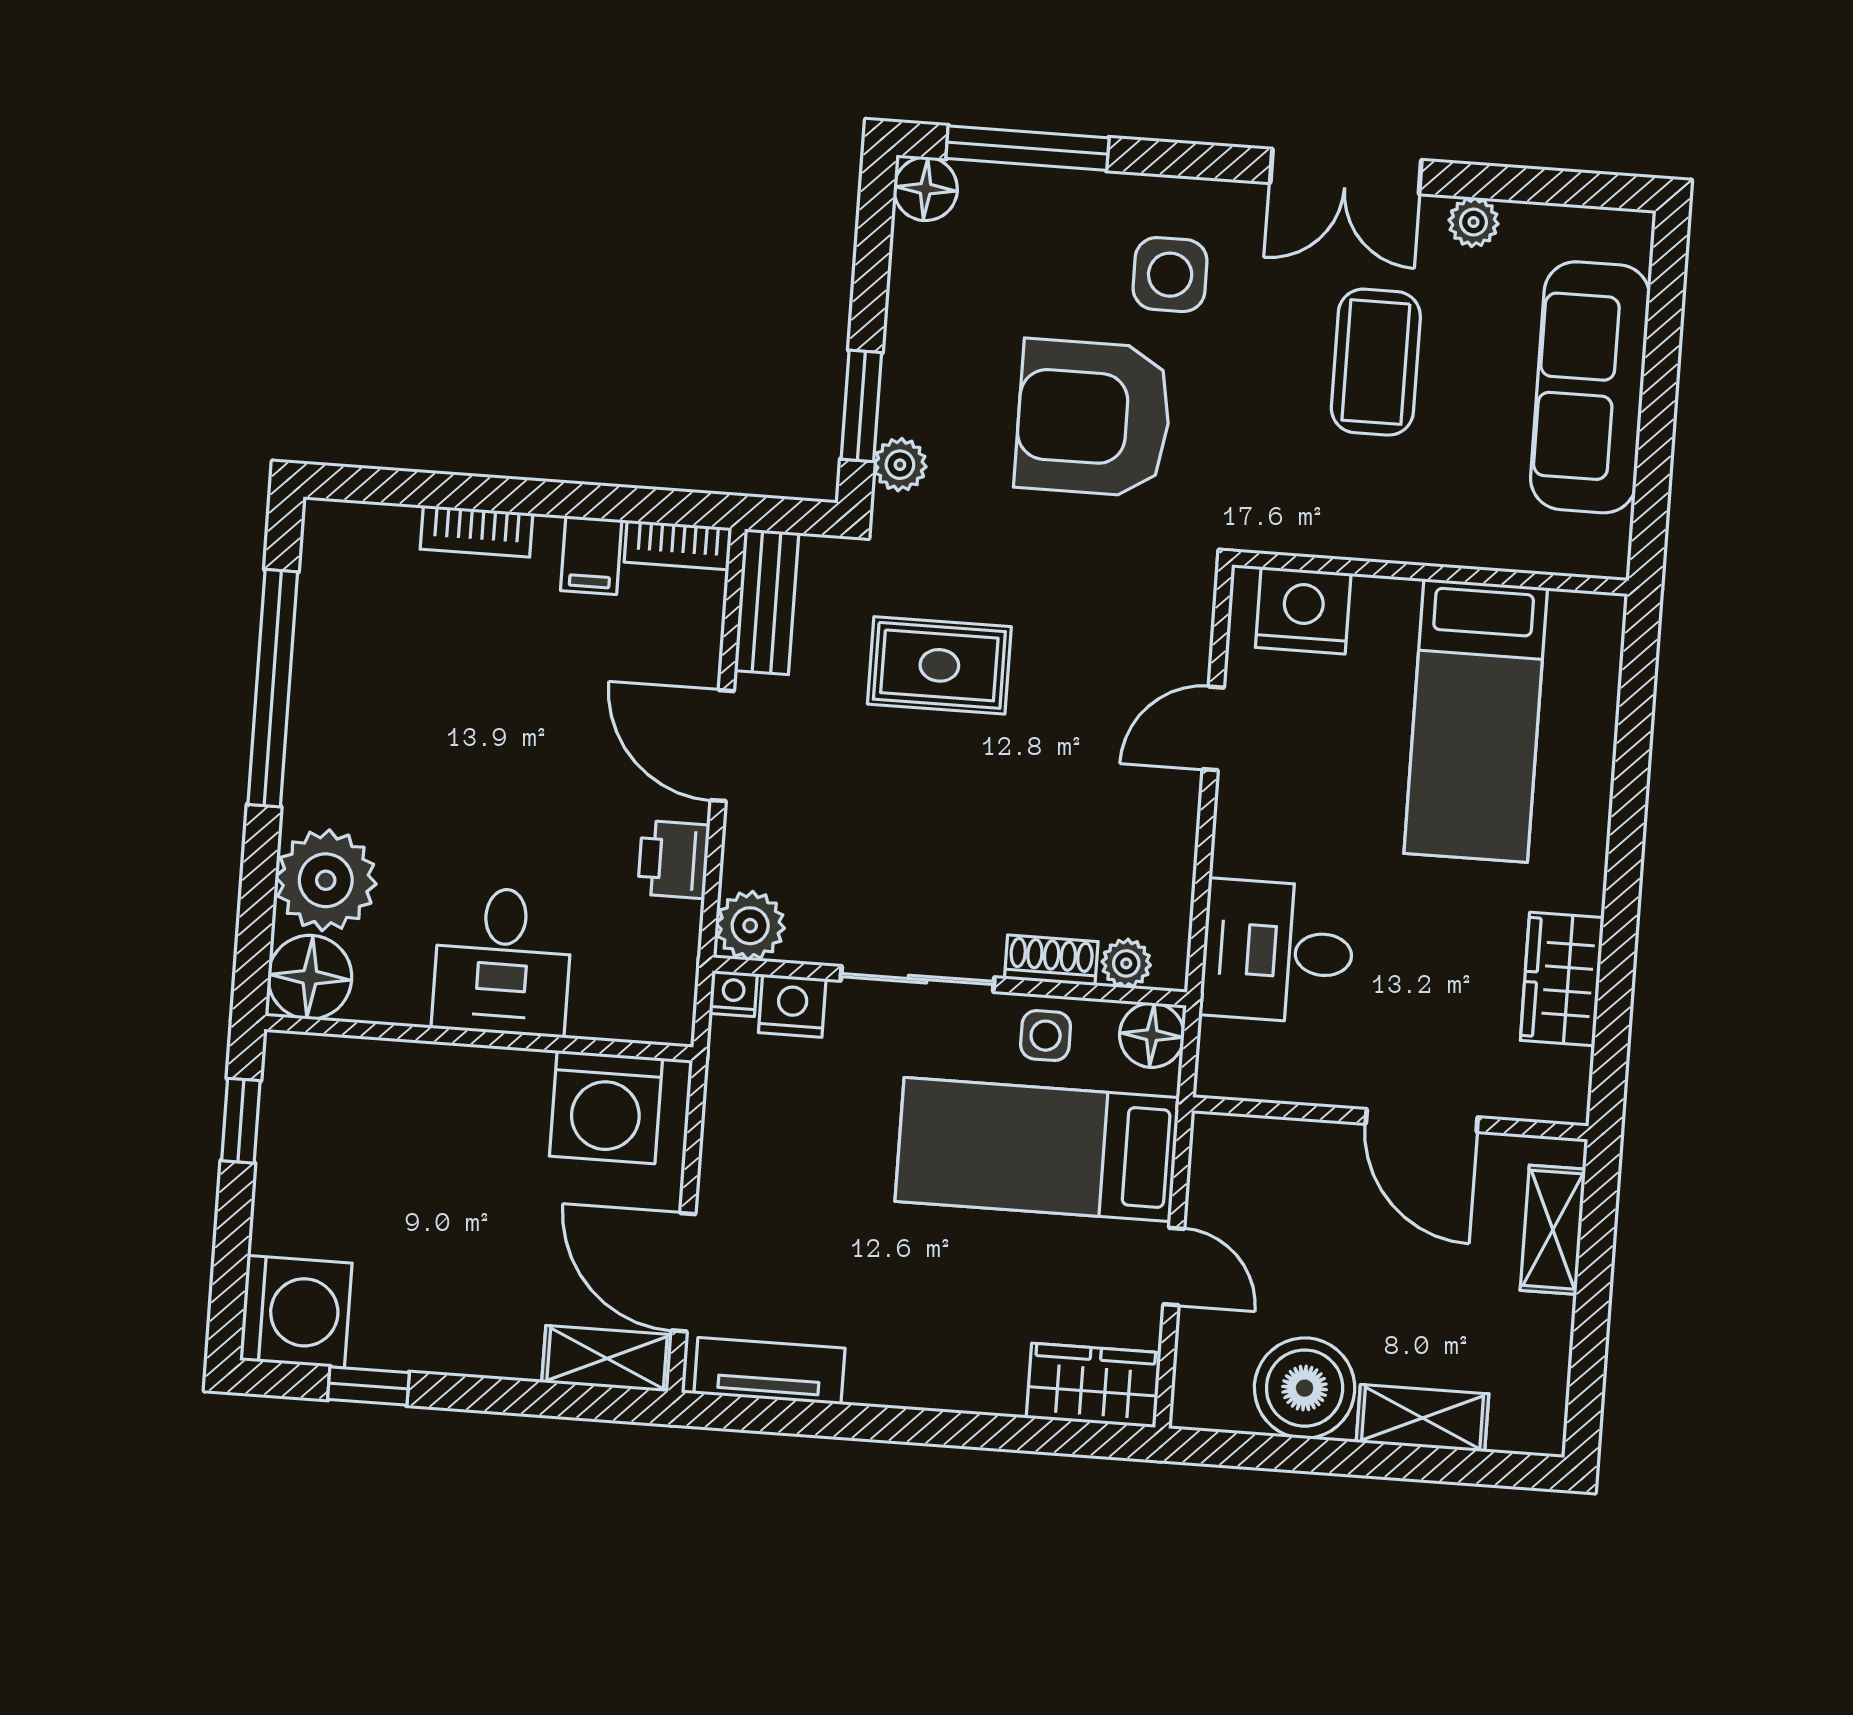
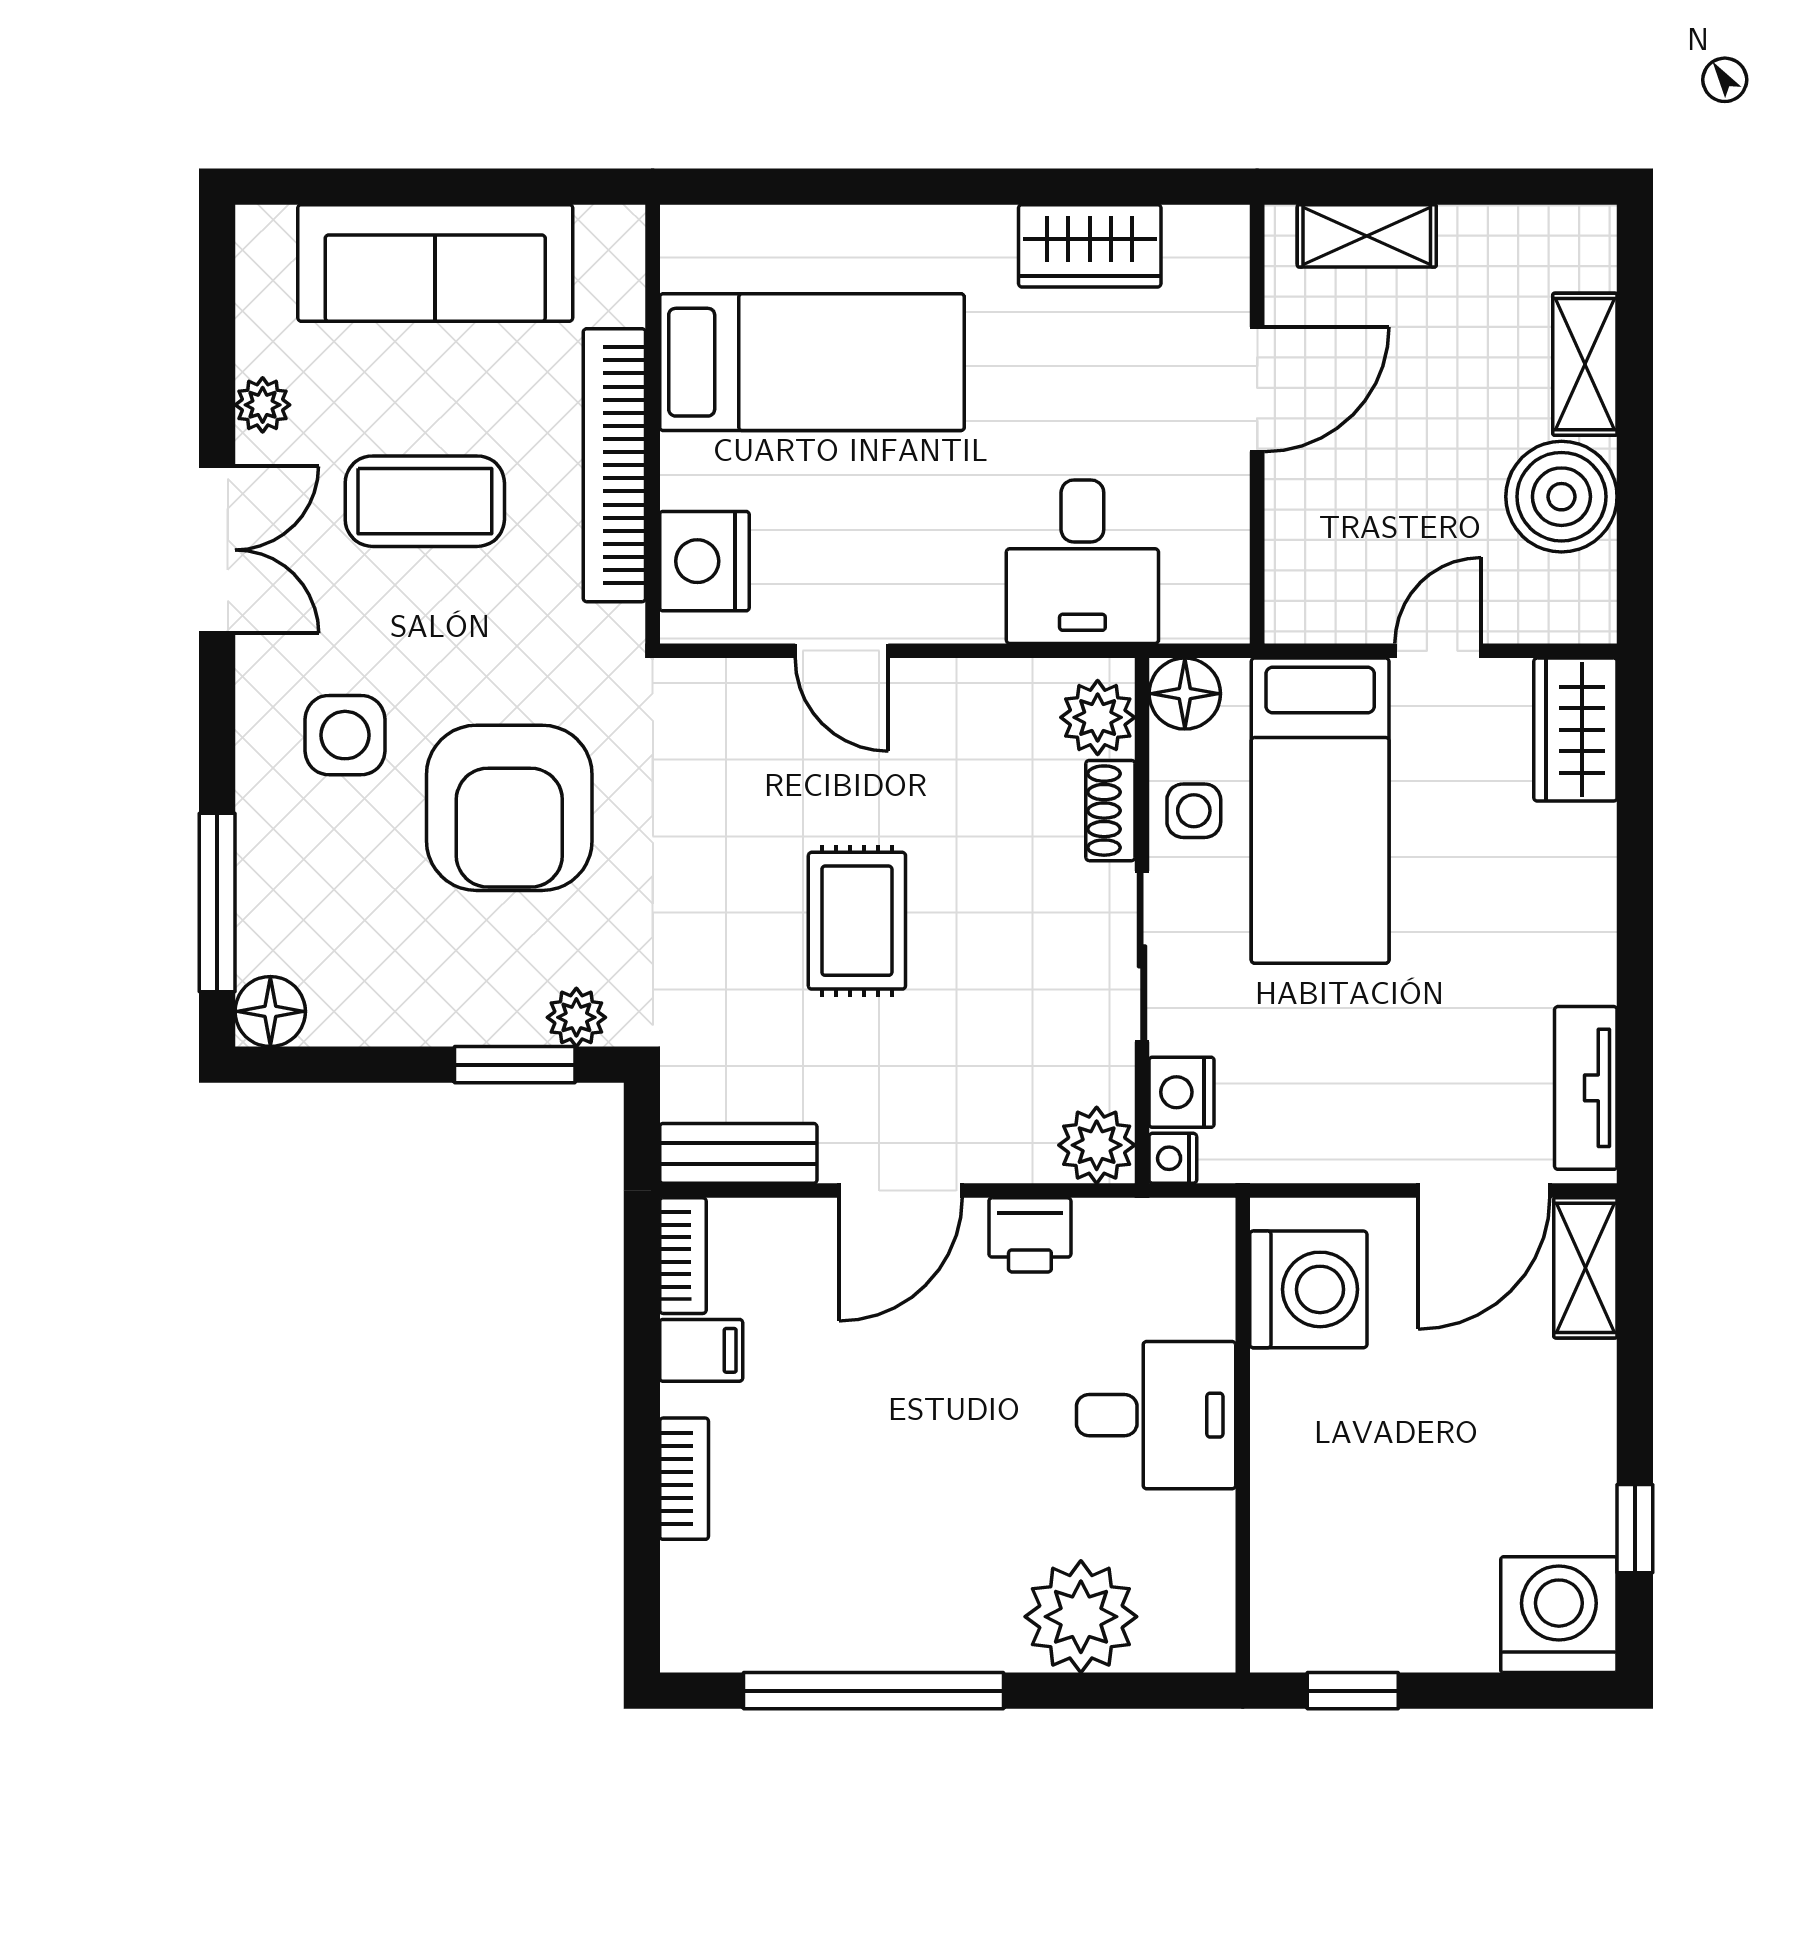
bookcase: (1396, 536) -> (614, 465), added
rug: (939, 665) -> (857, 921), moved
plant: (1126, 963) -> (1098, 717), width x1.38, depth x1.38
floor lamp: (310, 977) -> (1189, 1626), removed

